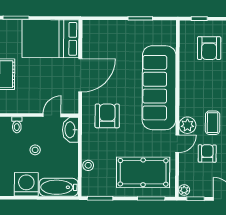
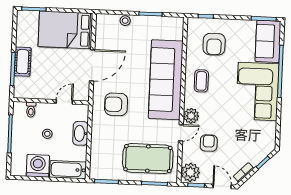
armchair: (107, 116) -> (116, 104), turned -90
coffee table: (213, 123) -> (201, 81), moved
washbasin: (70, 130) -> (80, 133), moved
stool: (88, 165) -> (125, 21), moved
plant: (184, 190) -> (190, 172), width x1.87, depth x1.87

